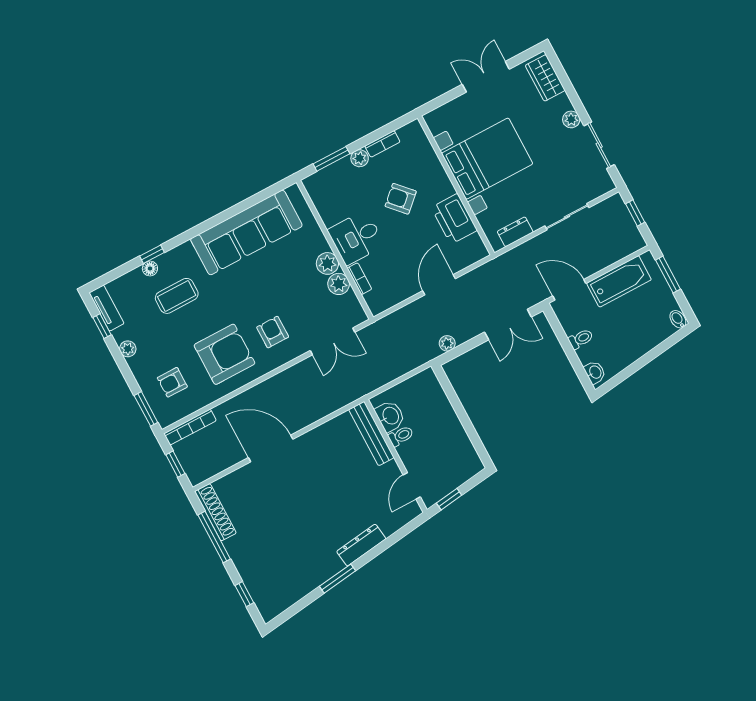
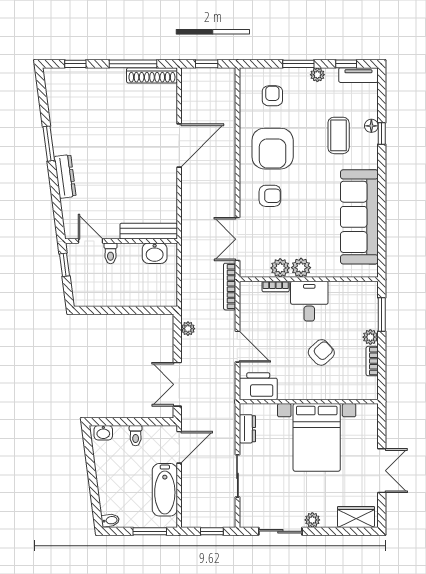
printer: (454, 219) -> (258, 386), moved
window: (146, 409) -> (298, 64), moved
bookcase: (190, 427) -> (230, 287), moved
toilet: (401, 436) -> (111, 253), moved

